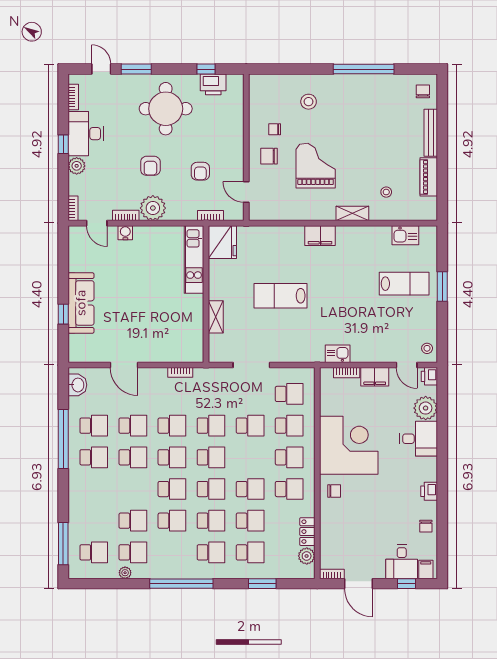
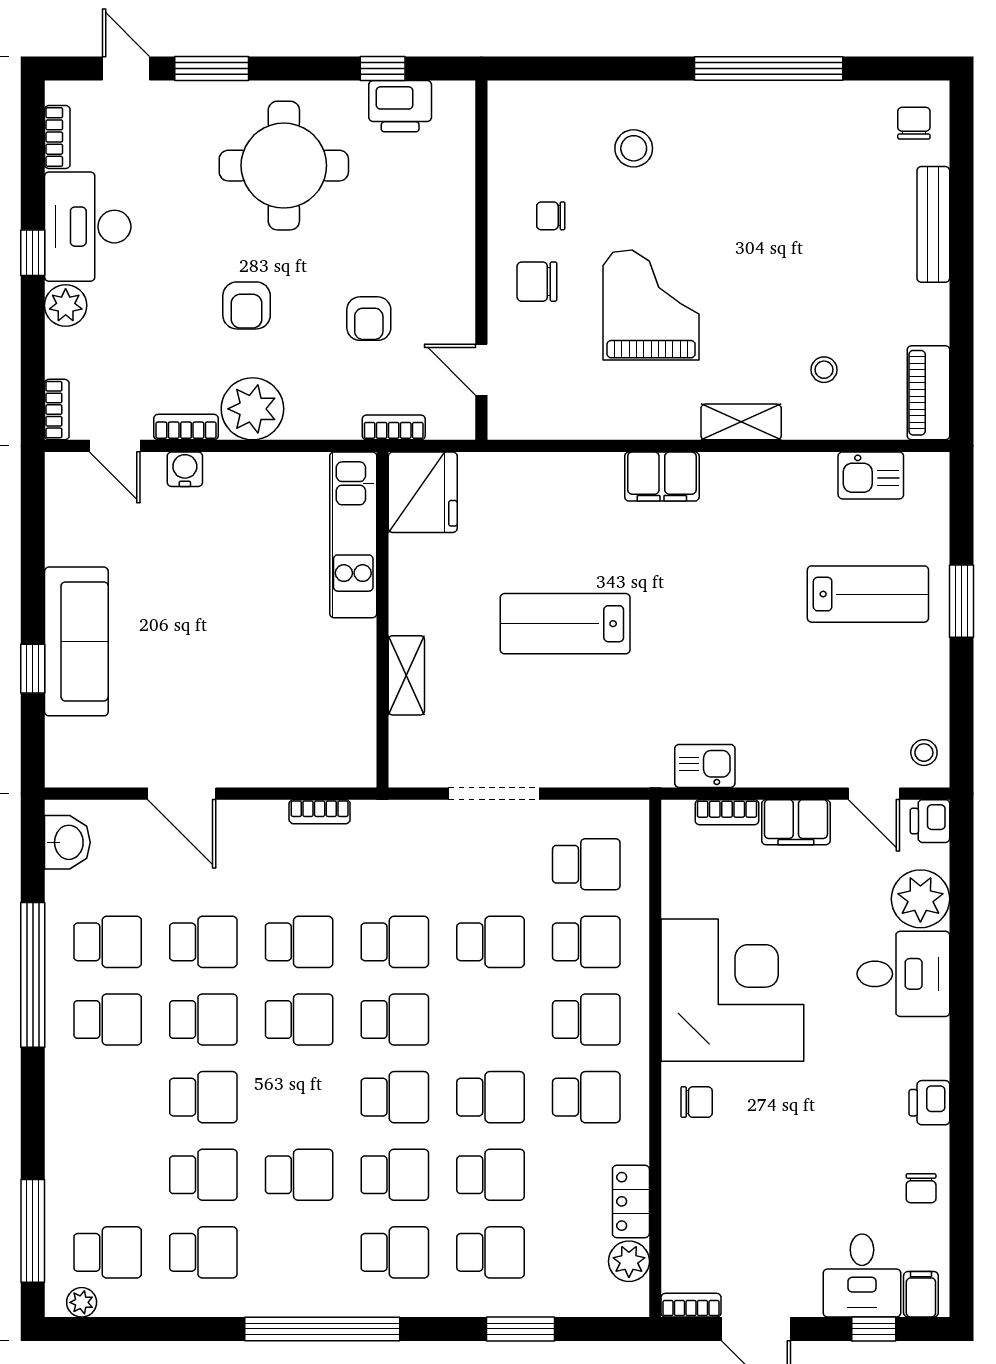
piano: (429, 177) -> (928, 393), moved
school desk: (172, 489) -> (203, 1097), moved
plant: (125, 573) -> (82, 1302), moved

